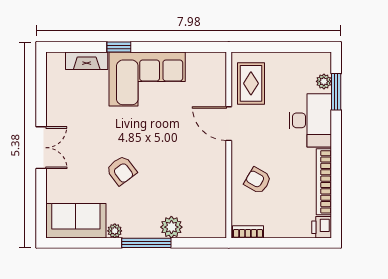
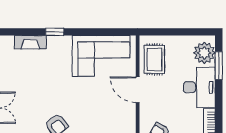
corner sofa: (147, 79) -> (101, 56), moved
plant: (324, 81) -> (204, 53), width x1.87, depth x1.87

